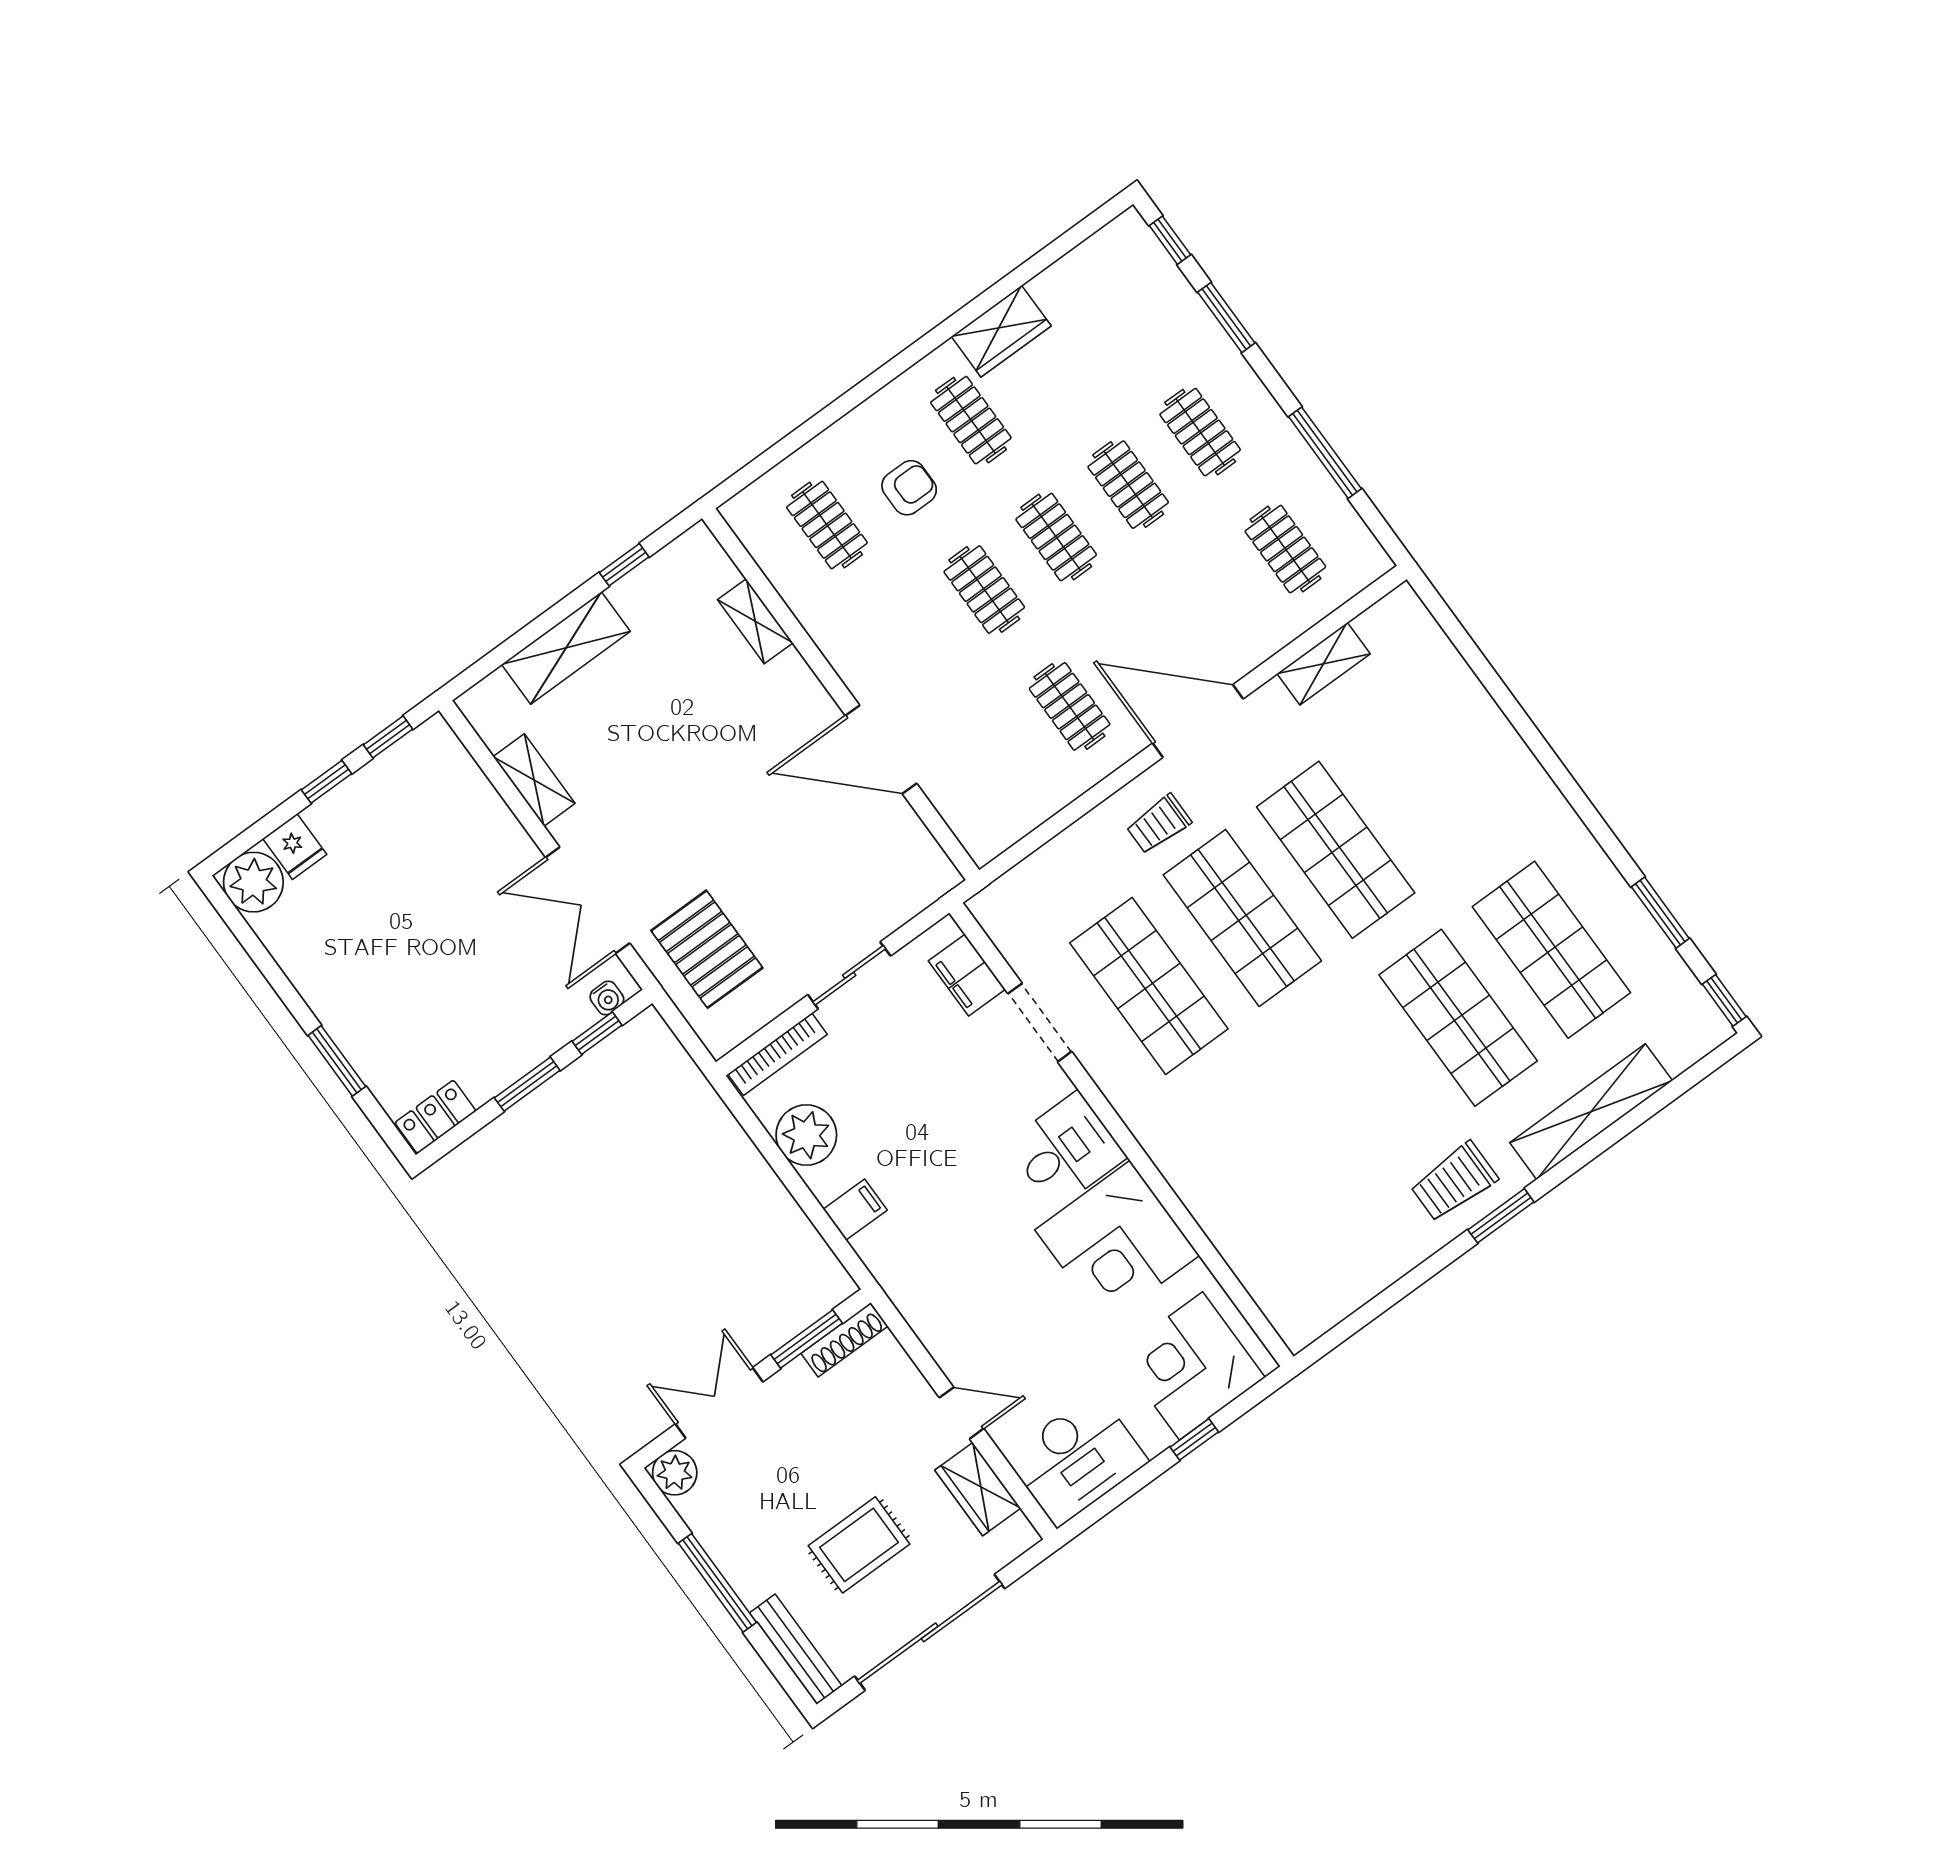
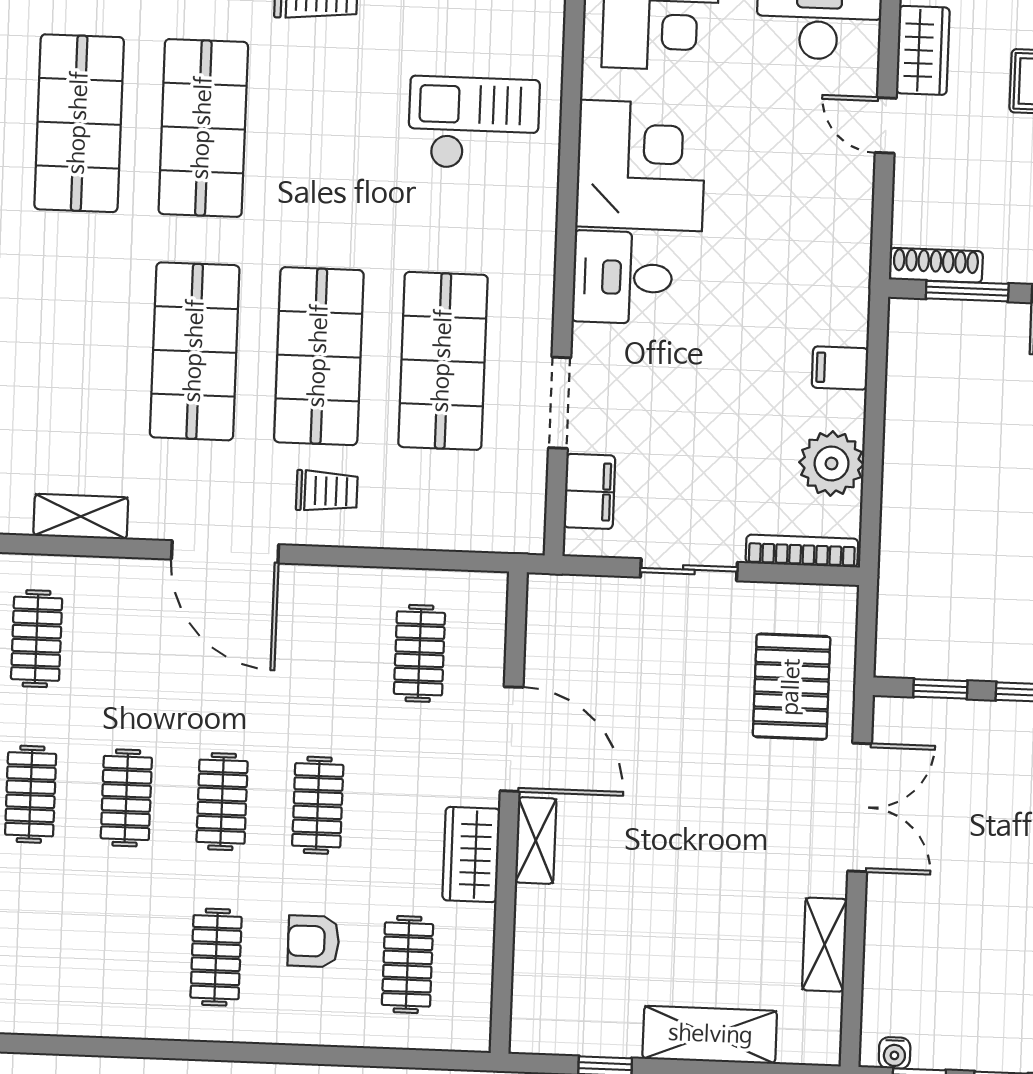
wardrobe: (1001, 331) -> (471, 854), moved, turned -90
shelving: (755, 621) -> (536, 841), moved
clothes rail: (1070, 706) -> (419, 653), moved
water cooler: (607, 998) -> (895, 1053), moved, turned 180
checkout: (1263, 1177) -> (474, 123), added

